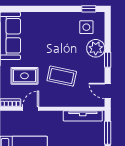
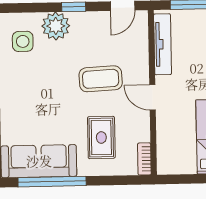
coffee table: (62, 76) -> (101, 79), turned 75
door: (31, 109) -> (152, 97), moved

